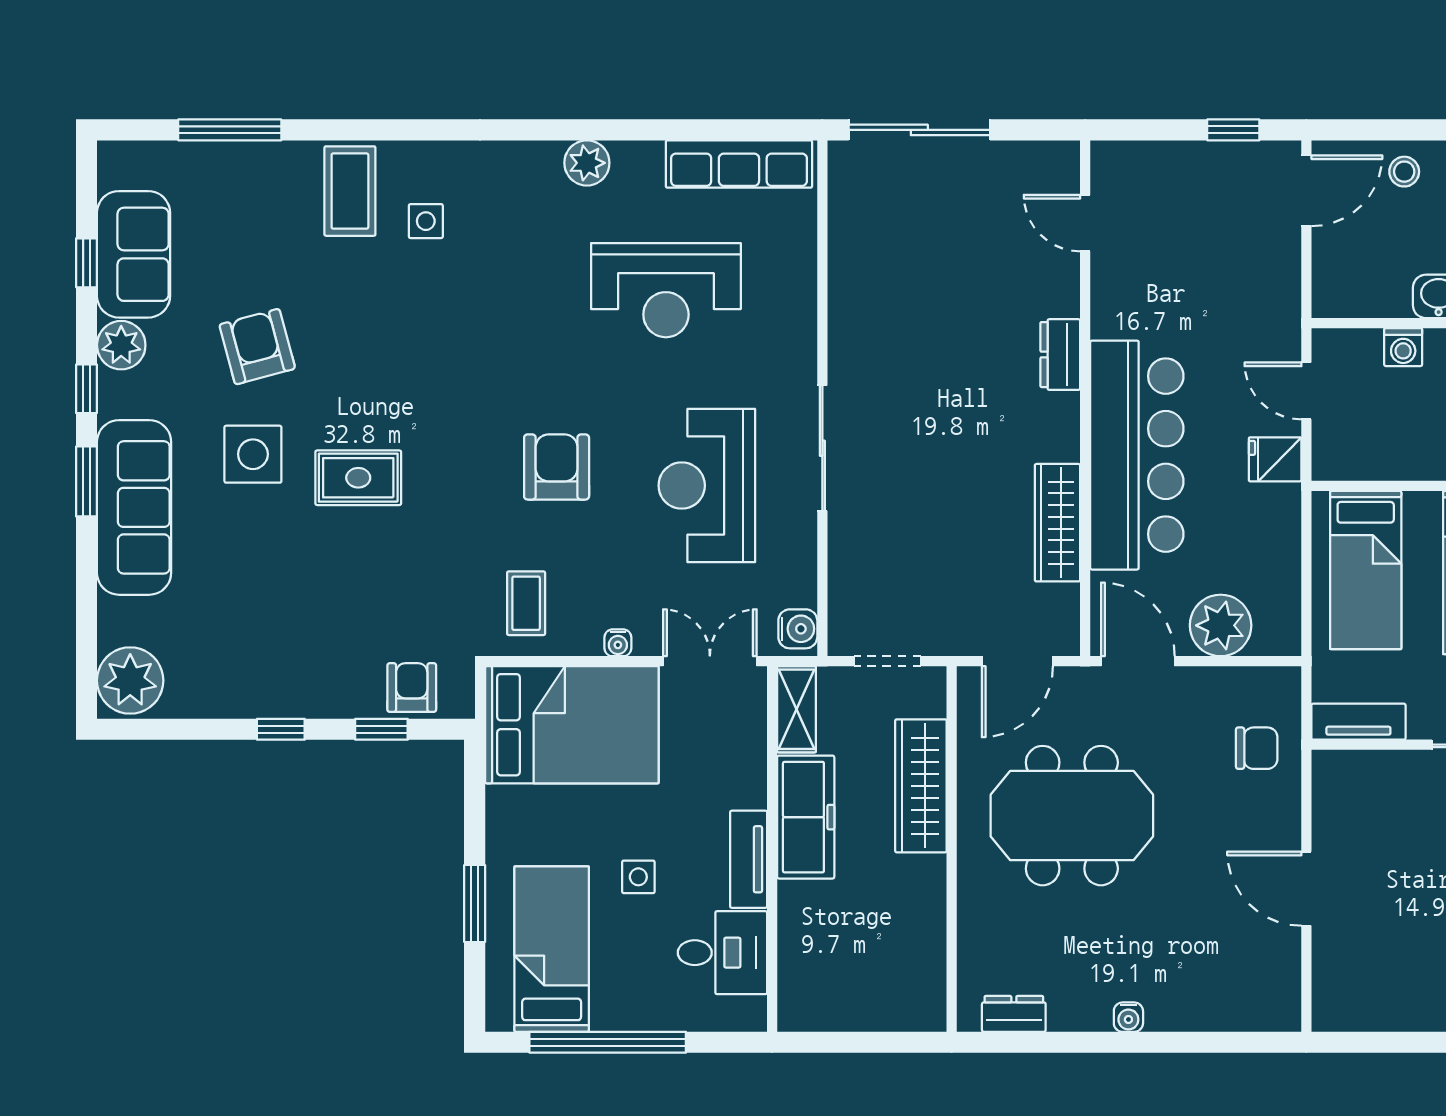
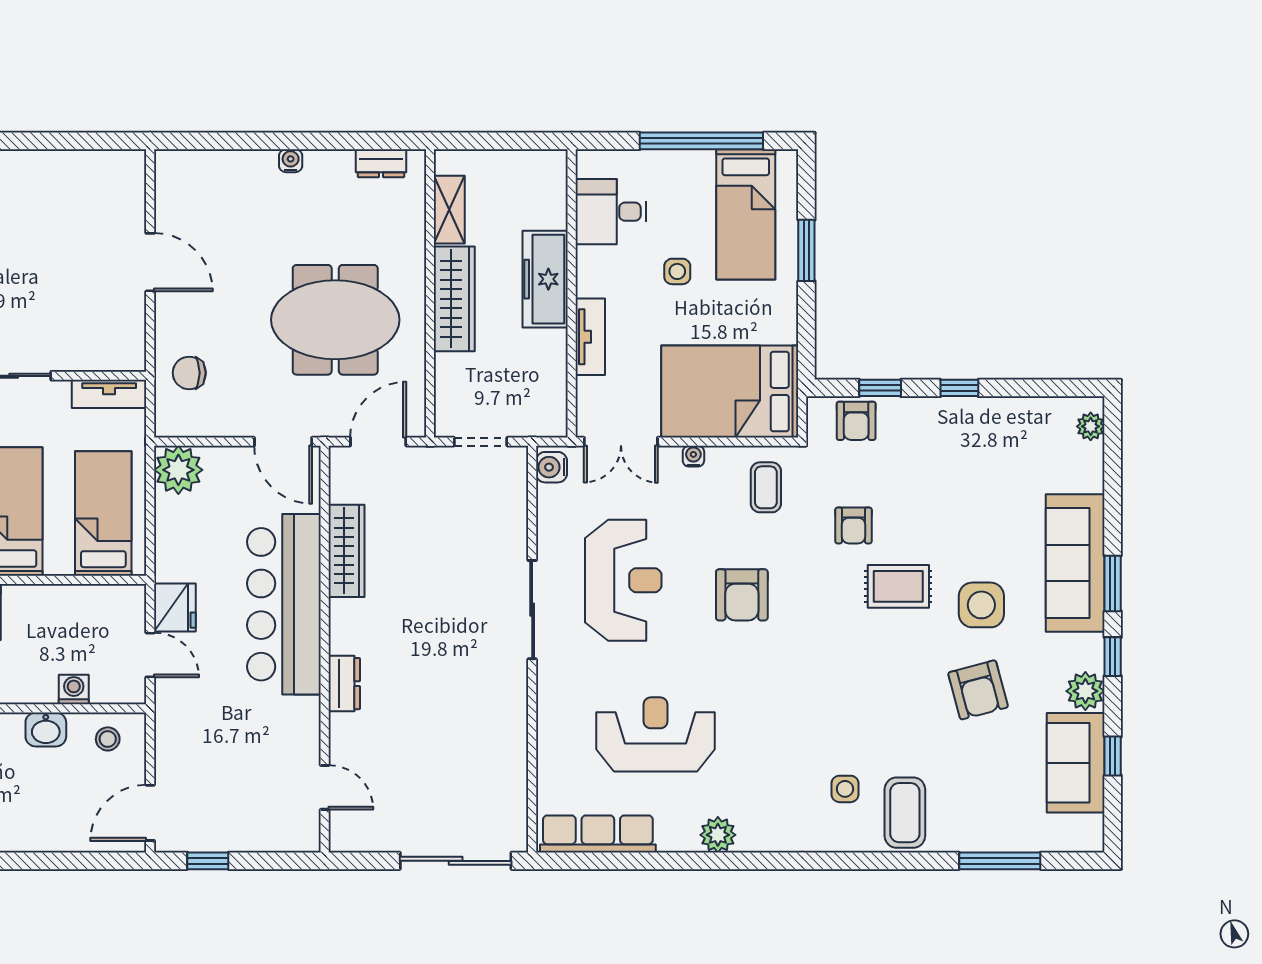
stool: (1404, 172) -> (108, 739), moved
fridge: (1275, 459) -> (175, 608), width x1.38
armchair: (415, 555) -> (853, 526), added
plant: (1221, 625) -> (178, 470), moved
plant: (130, 681) -> (1091, 426), width x0.53, depth x0.53
shelving: (797, 709) -> (449, 210), moved
wardrobe: (921, 786) -> (454, 299), moved
freezer: (806, 817) -> (545, 279), moved
tv unit: (749, 859) -> (590, 337), moved

